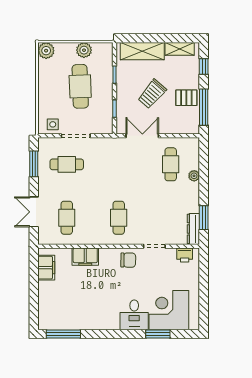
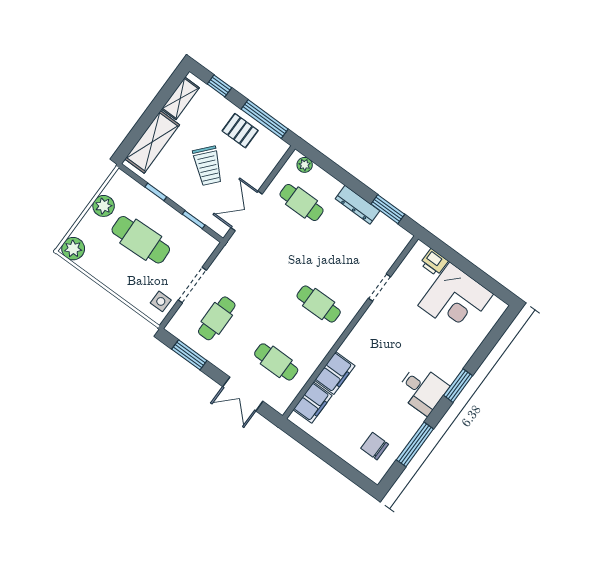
pallet: (186, 98) -> (240, 131), turned 90
plant: (194, 176) -> (305, 165), moved
dresser: (193, 229) -> (358, 205), moved
printer: (185, 255) -> (434, 262), moved, turned 90
chair: (128, 260) -> (375, 446), moved, turned -91
filing cabinet: (46, 268) -> (313, 403), moved, turned 90
corner desk: (169, 310) -> (456, 300), moved, turned -90
desk: (134, 315) -> (422, 389), moved
window: (63, 334) -> (415, 444), moved
window: (158, 334) -> (458, 386), moved

